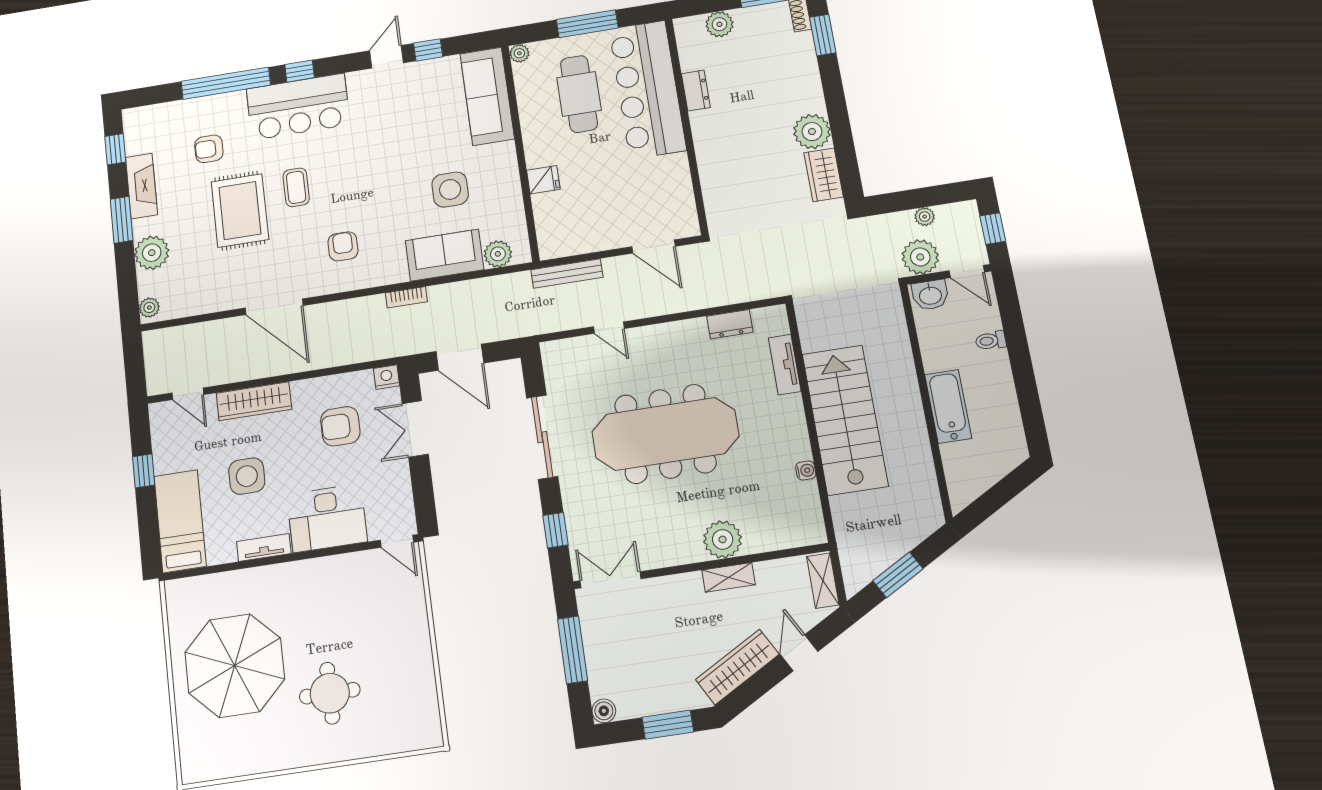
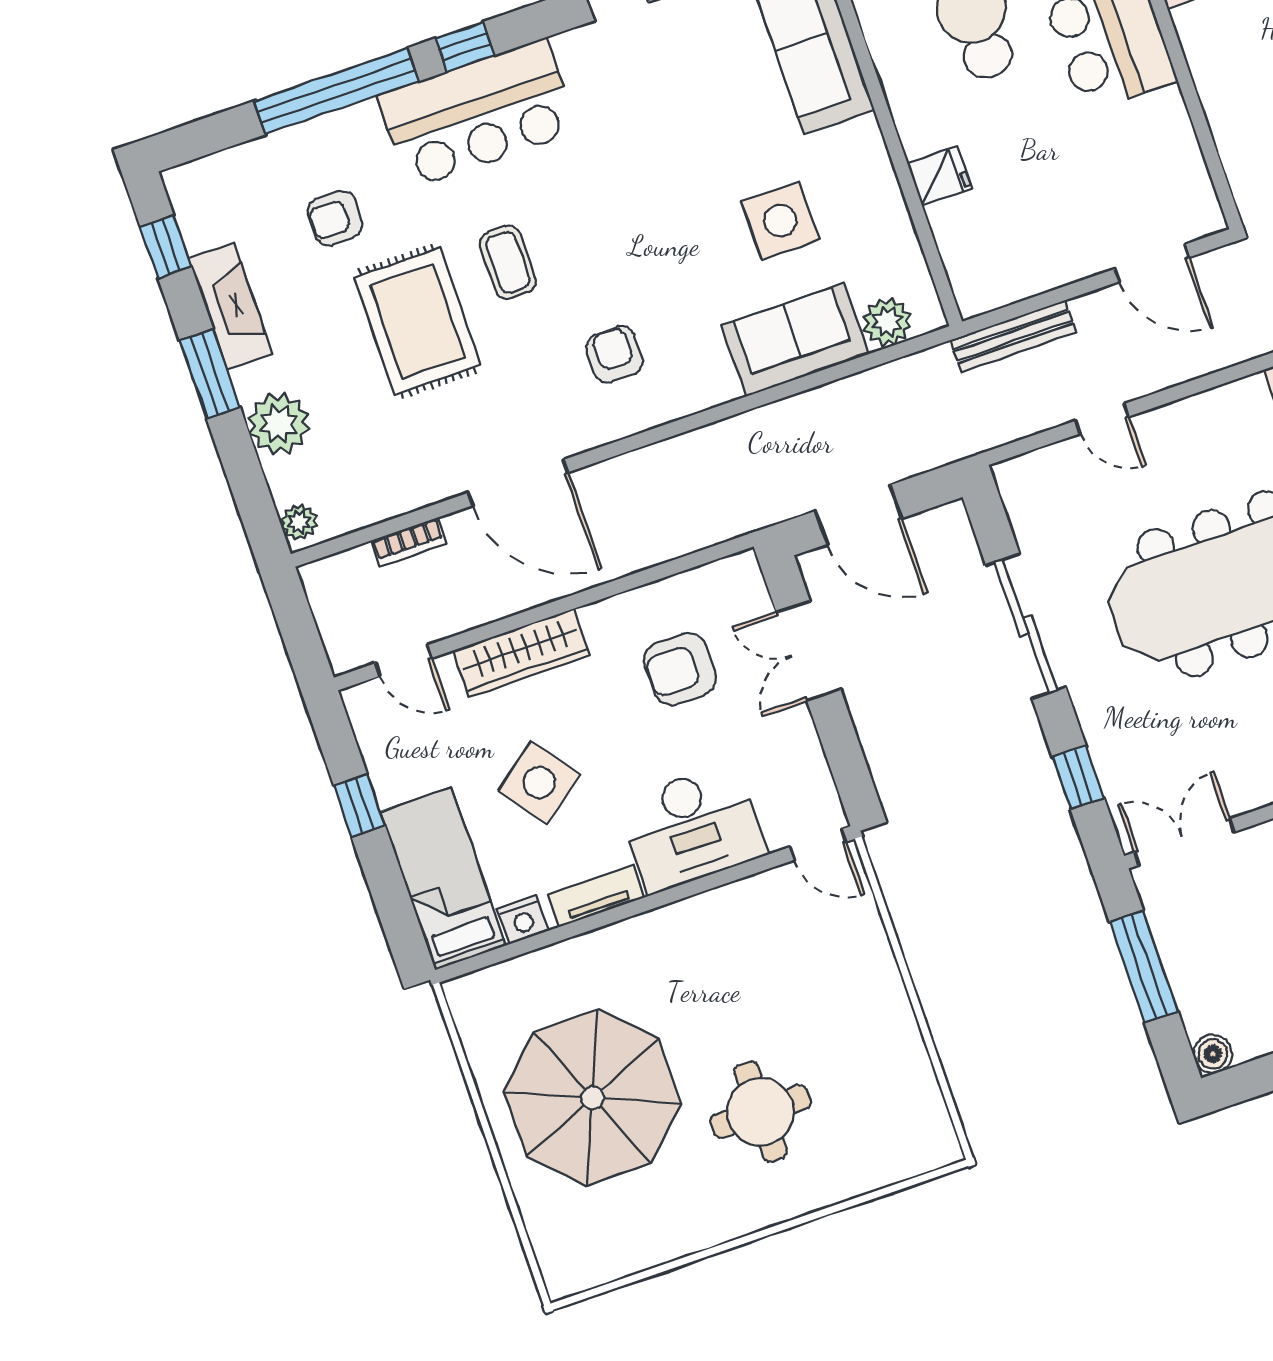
bookcase: (406, 297) -> (409, 542), moved
nightstand: (386, 377) -> (523, 920), moved, turned 180
side table: (247, 476) -> (539, 782), turned -37

